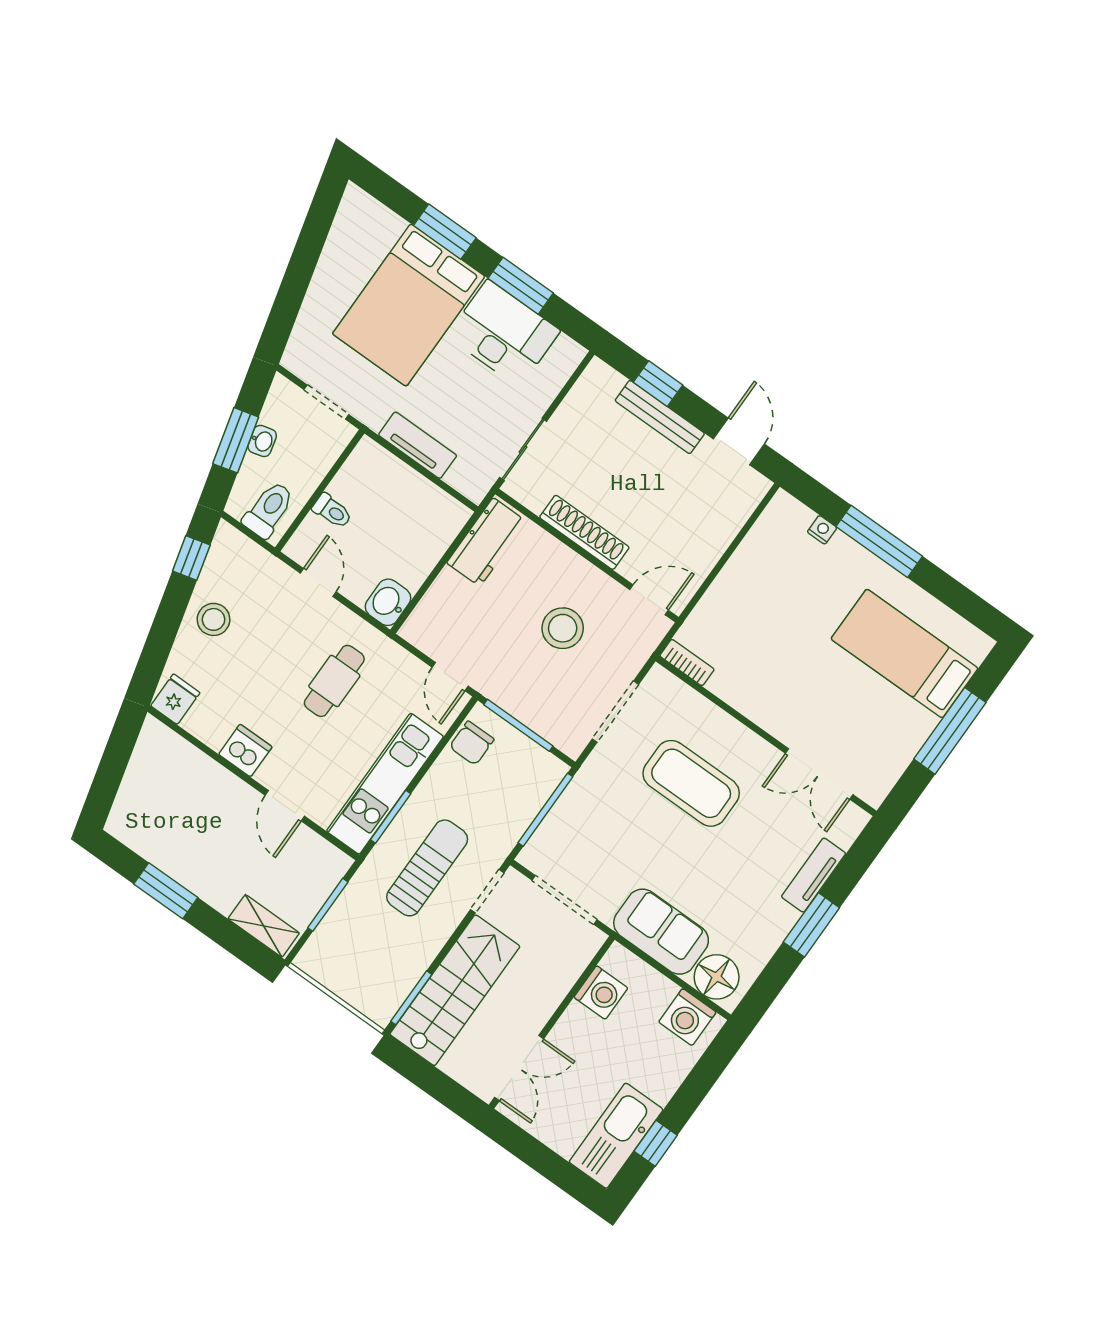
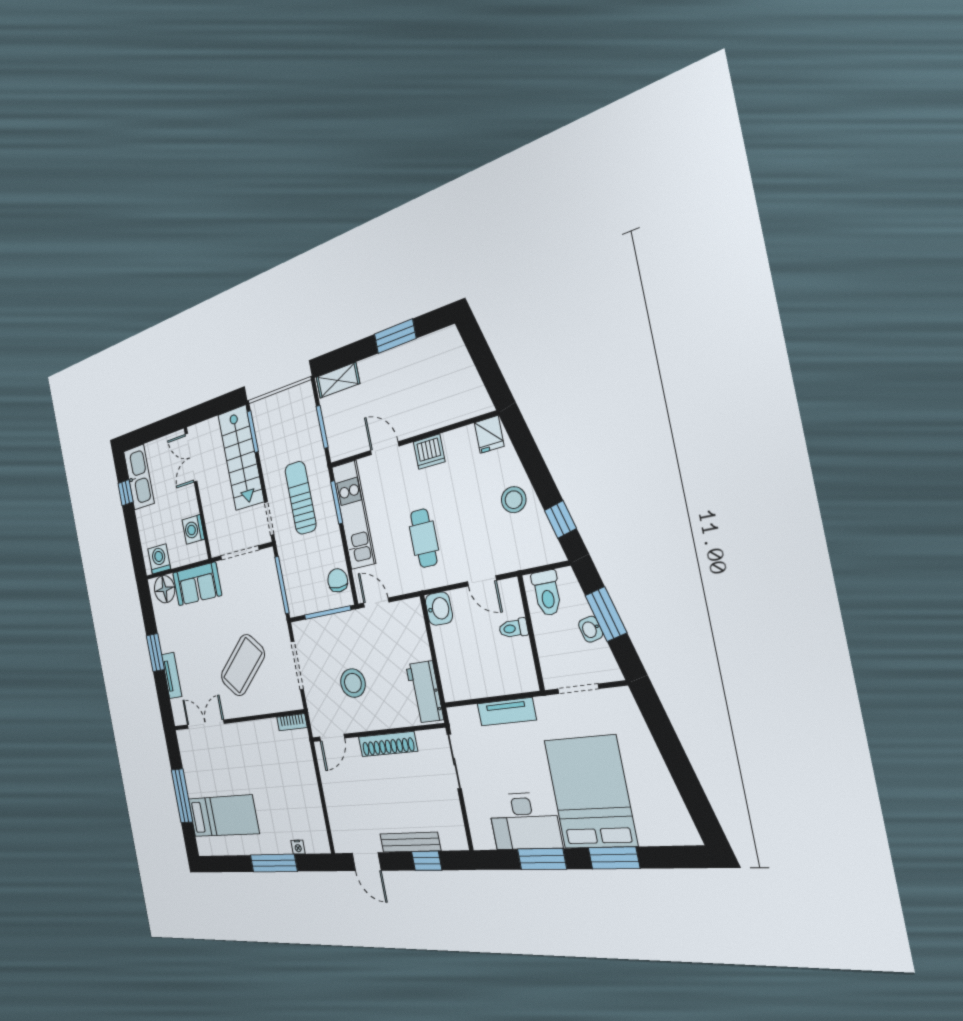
coffee table: (691, 783) -> (243, 665), turned -43
sun lounger: (427, 868) -> (301, 498), turned 180

